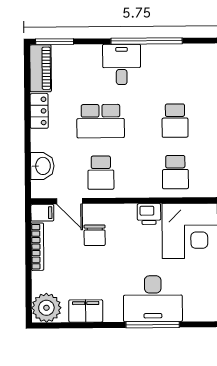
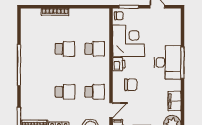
desk: (122, 64) -> (32, 79), removed
school desk: (101, 121) -> (65, 92), width x0.54
chair: (95, 235) -> (131, 85), moved

